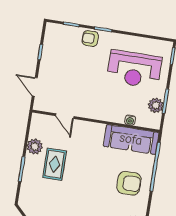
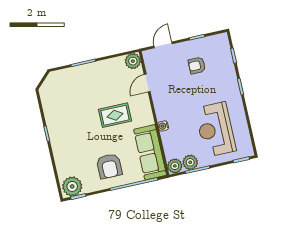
armchair: (90, 38) -> (197, 65), moved, turned -90
water cooler: (130, 120) -> (163, 126), moved
plant: (153, 121) -> (175, 166), added
plant: (35, 147) -> (133, 61), moved
rug: (55, 164) -> (115, 115), moved

